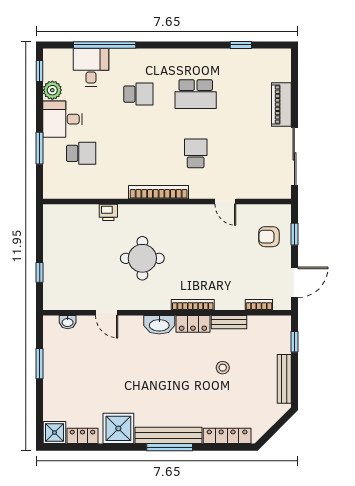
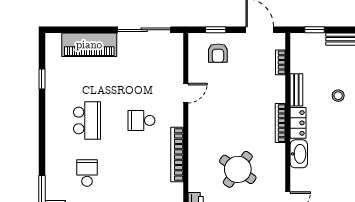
piano: (281, 105) -> (89, 45), width x1.37, depth x1.33
round table: (142, 258) -> (238, 169), turned 35

